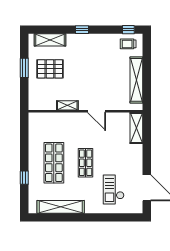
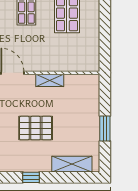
pallet: (50, 69) -> (36, 128), moved

